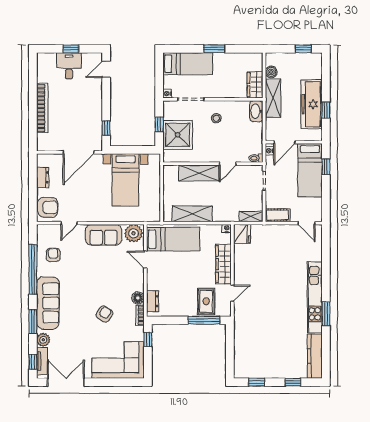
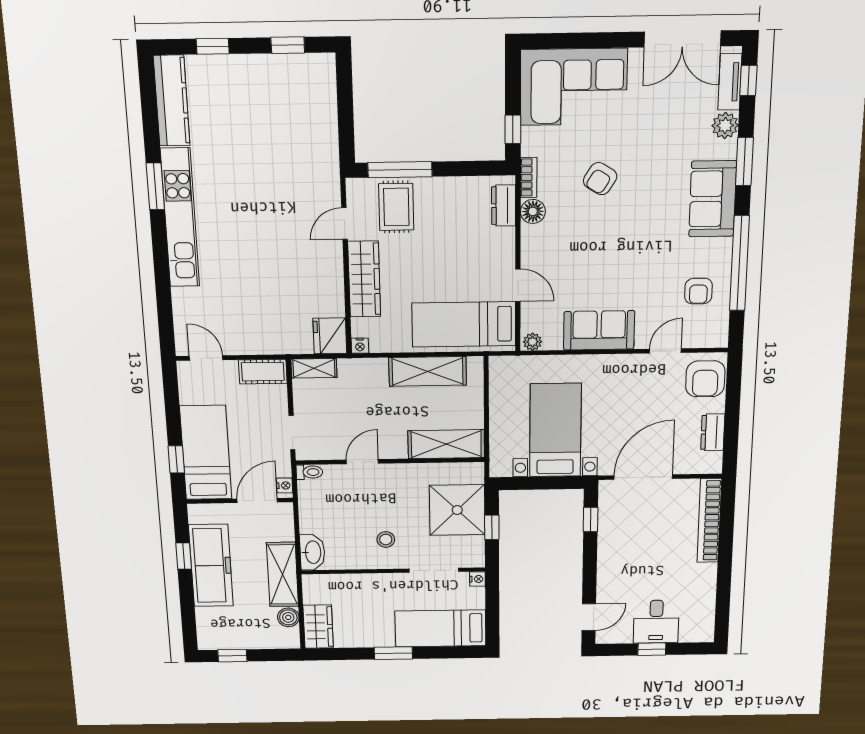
wardrobe: (255, 85) -> (318, 627), moved
bookcase: (42, 108) -> (709, 521), moved
shelving: (199, 173) -> (446, 444), moved
armchair: (48, 207) -> (705, 379), turned -90
plant: (134, 233) -> (533, 342), width x0.53, depth x0.53
sofa: (48, 303) -> (713, 199), width x0.73

